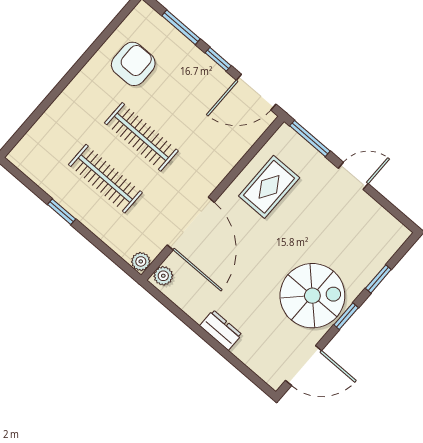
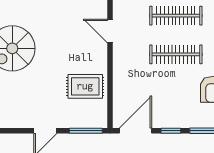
rug: (269, 187) -> (85, 86), turned 90
door: (191, 224) -> (110, 31), width x0.53

